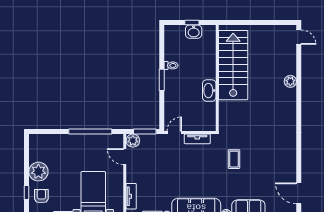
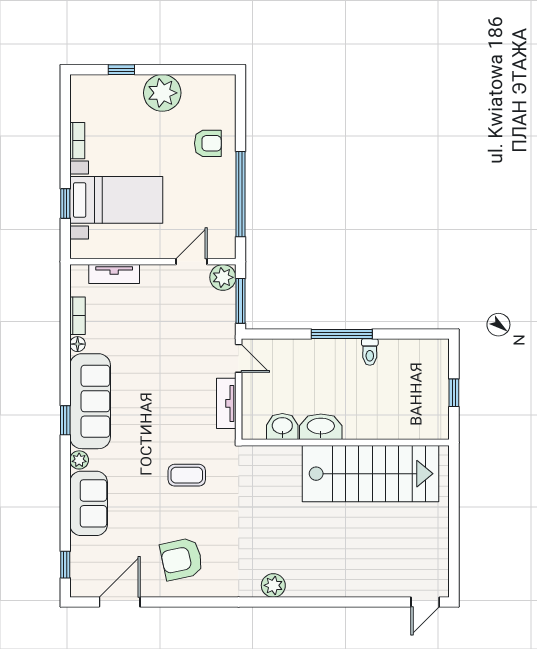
washbasin: (194, 32) -> (282, 426), moved, turned 90
window: (162, 80) -> (342, 334), width x1.44
plant: (290, 81) -> (273, 585), moved
armchair: (277, 162) -> (182, 559), added
armchair: (41, 196) -> (208, 143), moved

